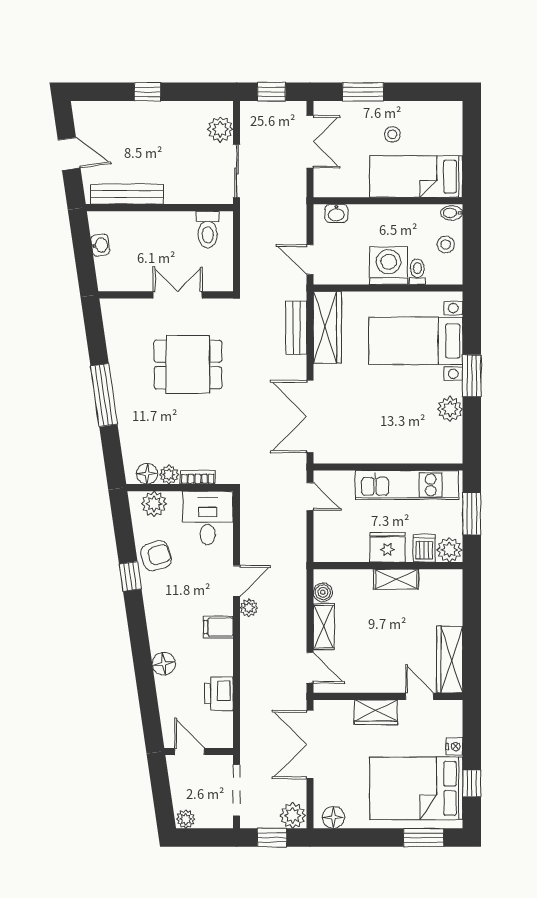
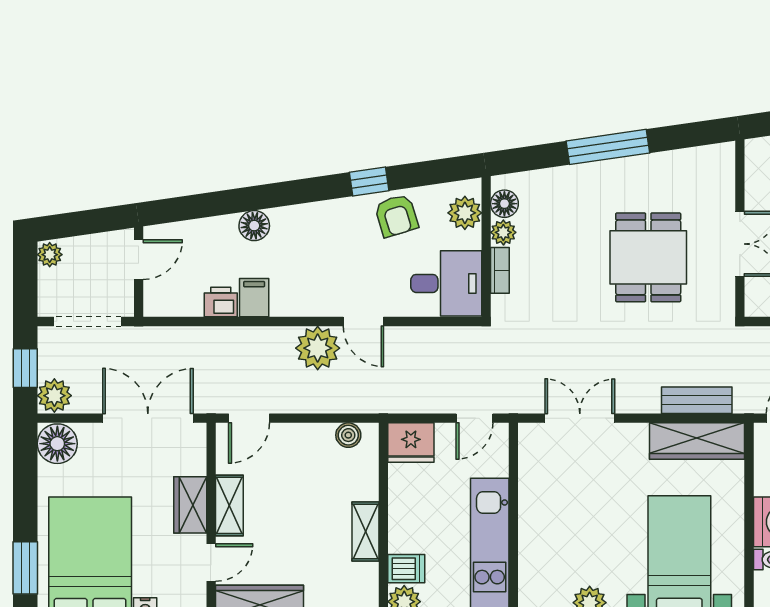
double door: (310, 416) -> (580, 418), width x0.73
fridge: (388, 547) -> (411, 443), moved, turned 90
plant: (249, 608) -> (318, 348), width x1.87, depth x1.87
filing cabinet: (218, 627) -> (254, 298), moved
shelving: (324, 627) -> (229, 505), moved, turned 90
printer: (219, 694) -> (221, 302), width x0.73, depth x0.81
floor lamp: (333, 817) -> (57, 444), width x1.38, depth x1.38

